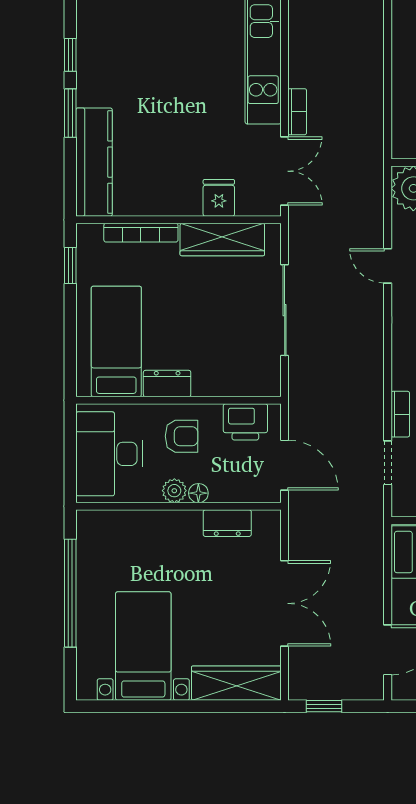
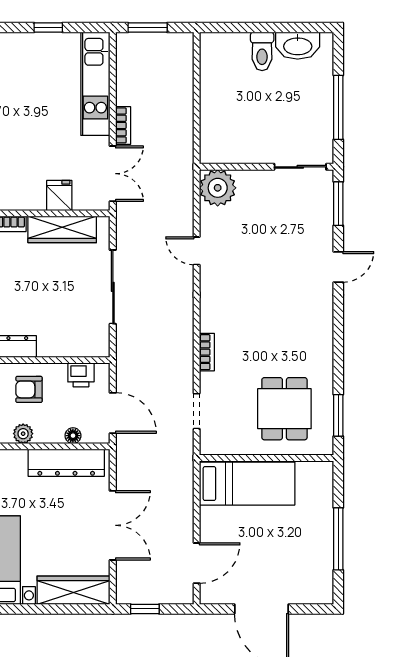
bookcase: (400, 414) -> (207, 352), moved
printer: (245, 422) -> (81, 375), width x0.73, depth x0.81
armchair: (182, 436) -> (29, 389), turned 180
floor lamp: (198, 493) -> (73, 436), moved
dresser: (227, 523) -> (66, 463), width x1.96, depth x1.24

